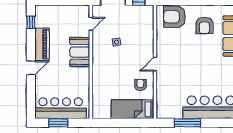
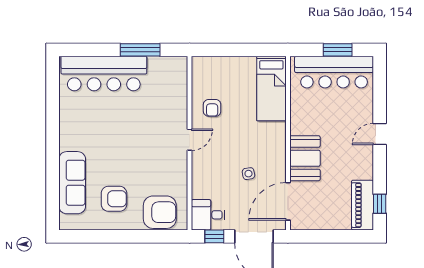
desk: (143, 15) -> (208, 215), added
door: (91, 24) -> (288, 201), width x1.88
armchair: (204, 25) -> (114, 199), turned 90
piano: (42, 44) -> (363, 205), moved
bed: (133, 109) -> (271, 89), moved, turned 90

